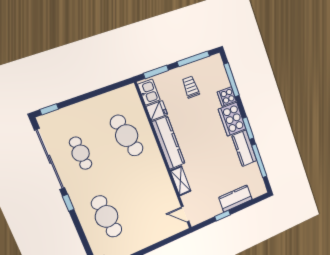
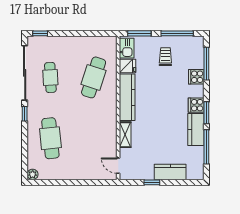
cooker: (232, 119) -> (196, 105), width x0.53, depth x0.76
cafe table: (127, 136) -> (94, 77), turned 30

